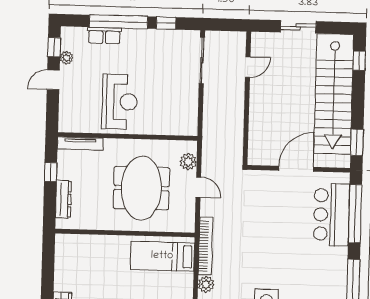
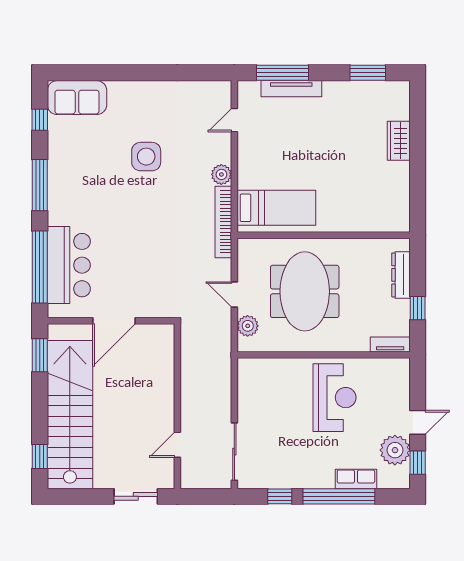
sliding door: (298, 27) -> (136, 496), moved
plant: (66, 58) -> (395, 450), width x1.87, depth x1.87
reception desk: (120, 102) -> (335, 398), turned 180
tv unit: (80, 144) -> (390, 344), width x0.71

